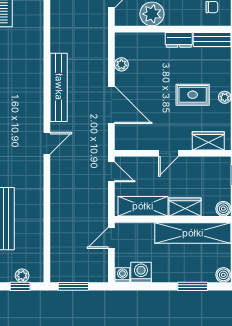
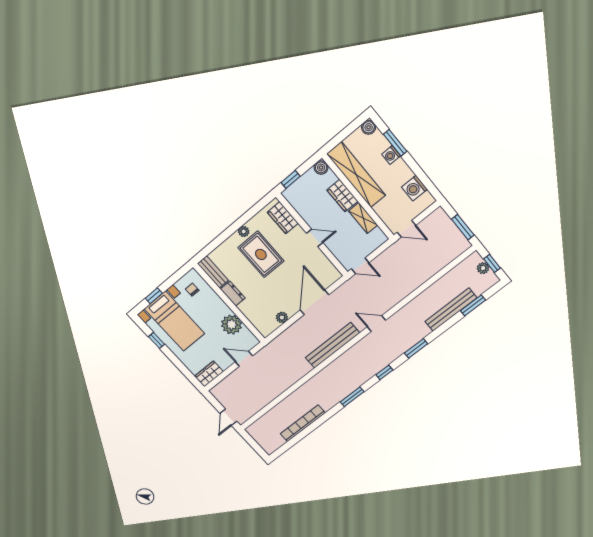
rug: (193, 95) -> (261, 254), width x1.36, depth x1.43
door: (111, 172) -> (360, 266), swing flipped
shelving: (143, 206) -> (363, 218), width x0.67, depth x0.75
washing machine: (122, 275) -> (391, 155), moved

